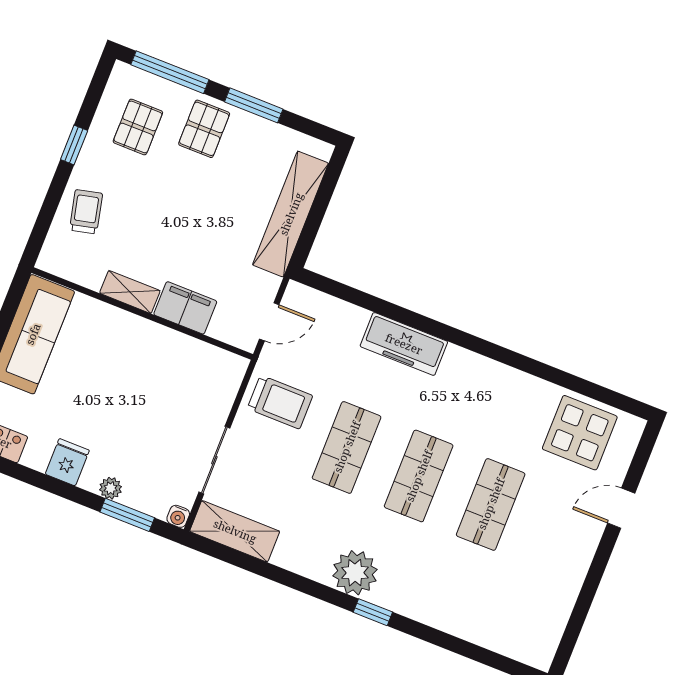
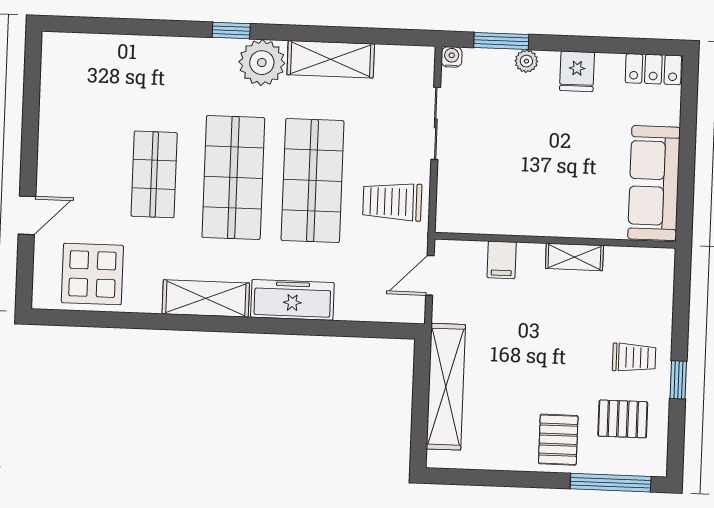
window: (254, 105) -> (518, 479), removed
pallet: (138, 127) -> (623, 419), turned 90
trolley: (86, 212) -> (634, 358), moved, turned -77
filing cabinet: (185, 308) -> (502, 260), width x0.50
shelving: (483, 373) -> (206, 298), added
shop shelf: (347, 447) -> (313, 181), width x1.43, depth x1.36
shop shelf: (419, 476) -> (233, 177), width x1.43, depth x1.36
shelving: (235, 531) -> (331, 59), moved

